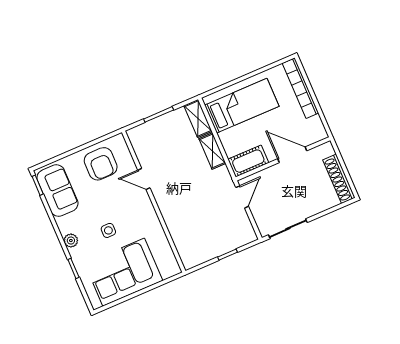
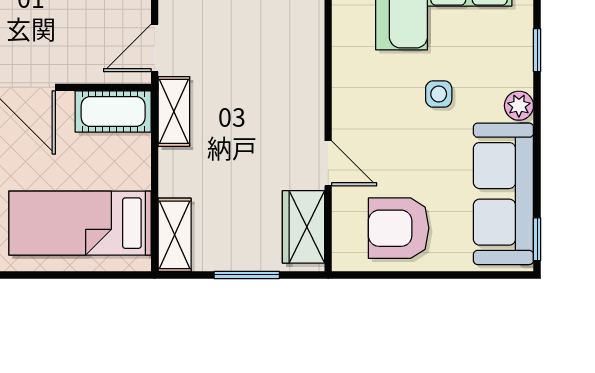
wardrobe: (143, 146) -> (304, 227), added
shelving: (212, 151) -> (174, 111), moved
armchair: (101, 164) -> (399, 228), turned -90
sofa: (57, 191) -> (503, 194), width x1.36

